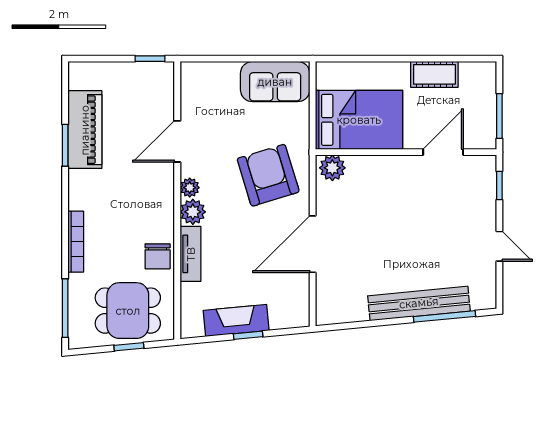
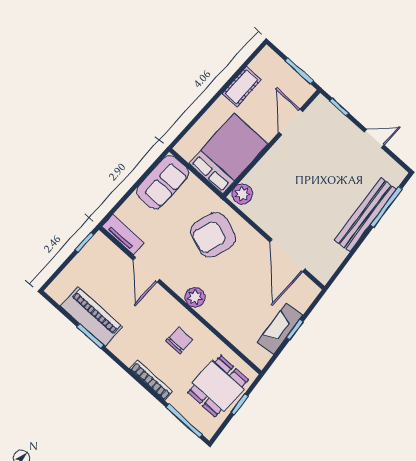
armchair: (268, 175) -> (213, 235), turned -54
plant: (190, 188) -> (179, 286), removed
door: (313, 244) -> (287, 255), moved
tv unit: (191, 254) -> (123, 235), moved
chair: (158, 256) -> (179, 340), moved, turned -90

